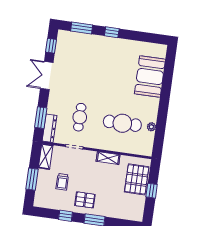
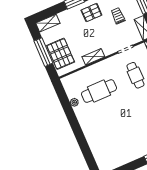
booth: (150, 76) -> (100, 141), removed
window: (152, 191) -> (43, 52), width x2.17
shelving: (131, 215) -> (48, 23), added

